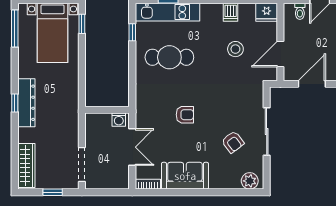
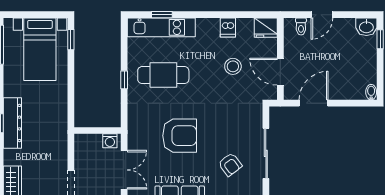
window: (132, 32) -> (124, 80), moved
door: (280, 54) -> (280, 72), hinge flipped
armchair: (185, 115) -> (180, 136), width x1.88, depth x1.88

